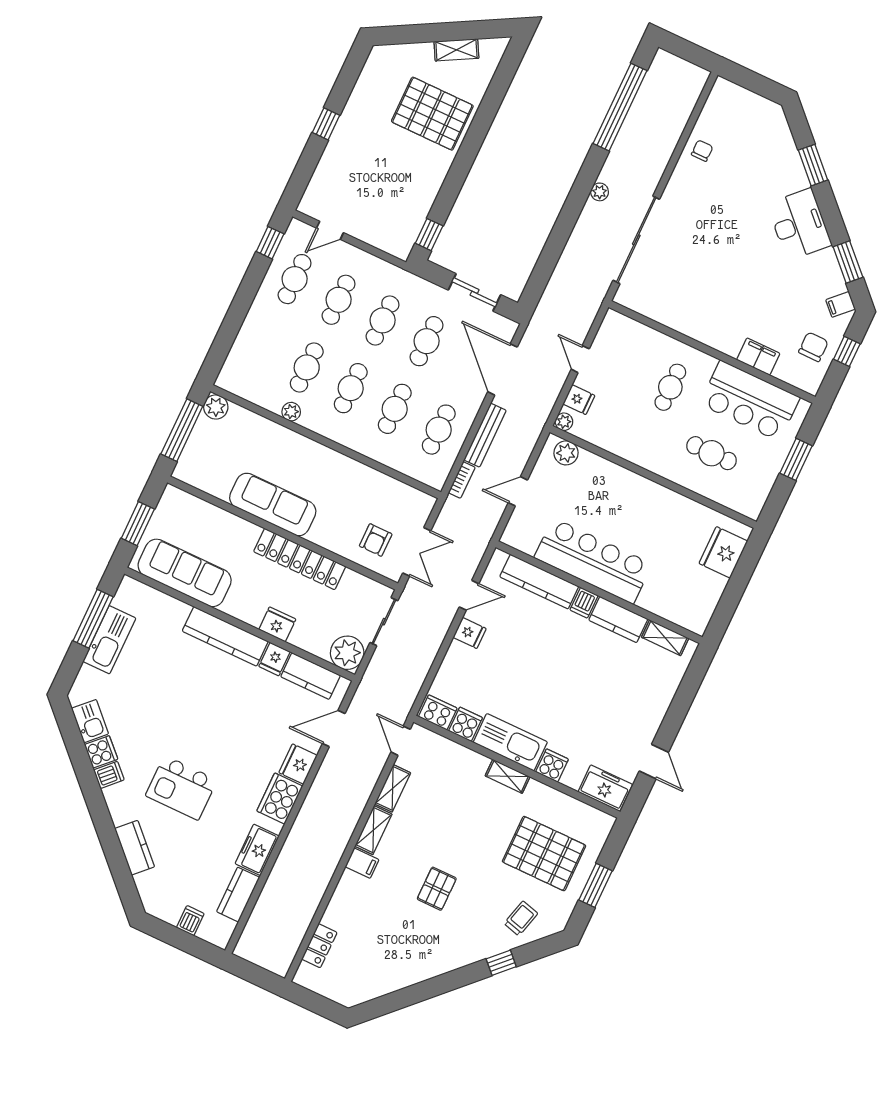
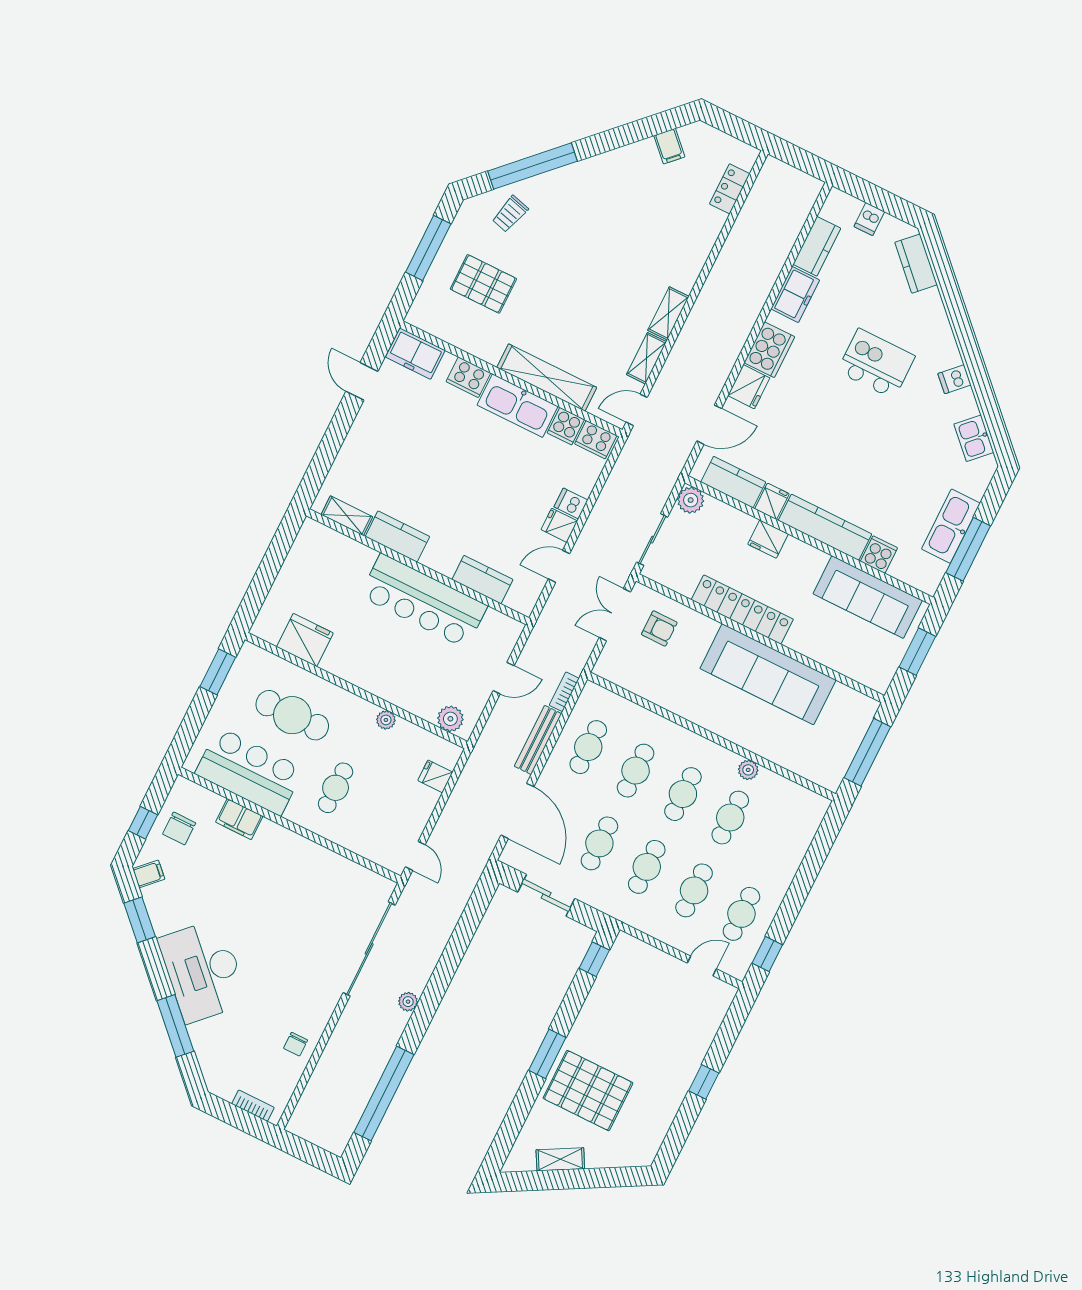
bookcase: (740, 93) -> (253, 1106), added
window: (470, 147) -> (547, 1054), added
window: (813, 165) -> (175, 1026), width x1.44
desk: (799, 224) -> (203, 971), width x1.36, depth x1.30
door: (580, 359) -> (415, 856), moved
plant: (216, 407) -> (830, 777), removed
plant: (564, 422) -> (386, 720), moved
cafe table: (712, 453) -> (292, 715), width x1.37, depth x1.35
window: (796, 459) -> (218, 672), moved
sofa: (273, 504) -> (768, 674), width x1.36, depth x1.27
armchair: (376, 540) -> (659, 628), turned 90
fridge: (723, 552) -> (305, 640), moved, turned -90
kitchen counter: (539, 582) -> (482, 580), width x0.67
dishwasher: (584, 603) -> (571, 503), moved, turned -90
plant: (347, 653) -> (691, 500), width x0.73, depth x0.73
door: (401, 741) -> (637, 410), swing flipped
cooker: (101, 752) -> (879, 555), moved, turned 135
cooker: (552, 766) -> (468, 377), width x1.36
shelving: (508, 776) -> (547, 378), width x2.20, depth x1.33
kitchen counter: (135, 848) -> (916, 264), moved
pallet: (544, 854) -> (483, 284), width x0.73, depth x0.71
filing cabinet: (362, 863) -> (669, 146), moved, turned -135
window: (596, 885) -> (428, 248), width x1.44
pallet: (437, 889) -> (601, 248), removed
window: (501, 963) -> (532, 166), width x3.17

